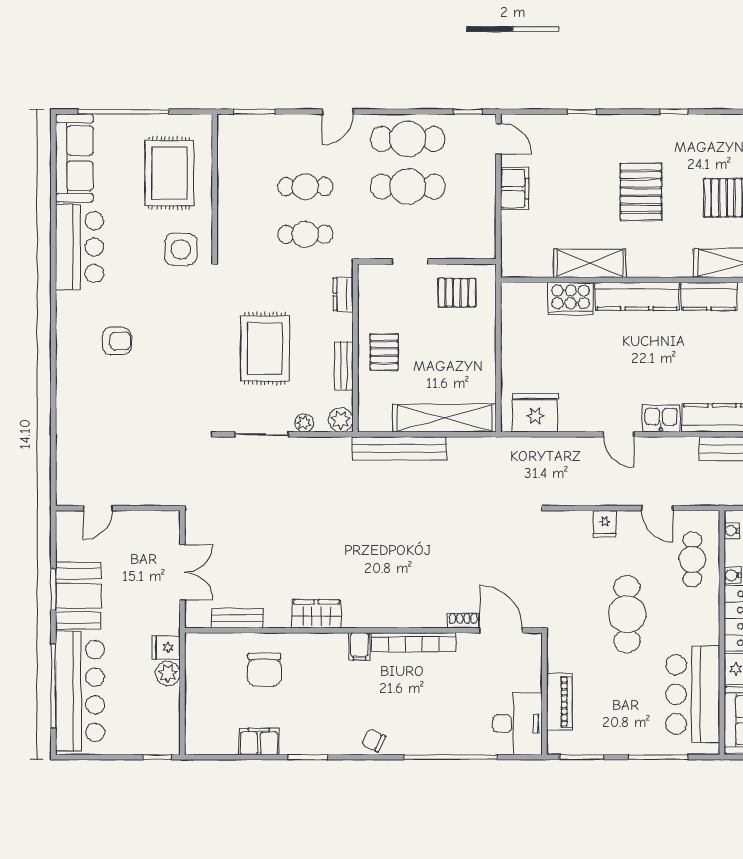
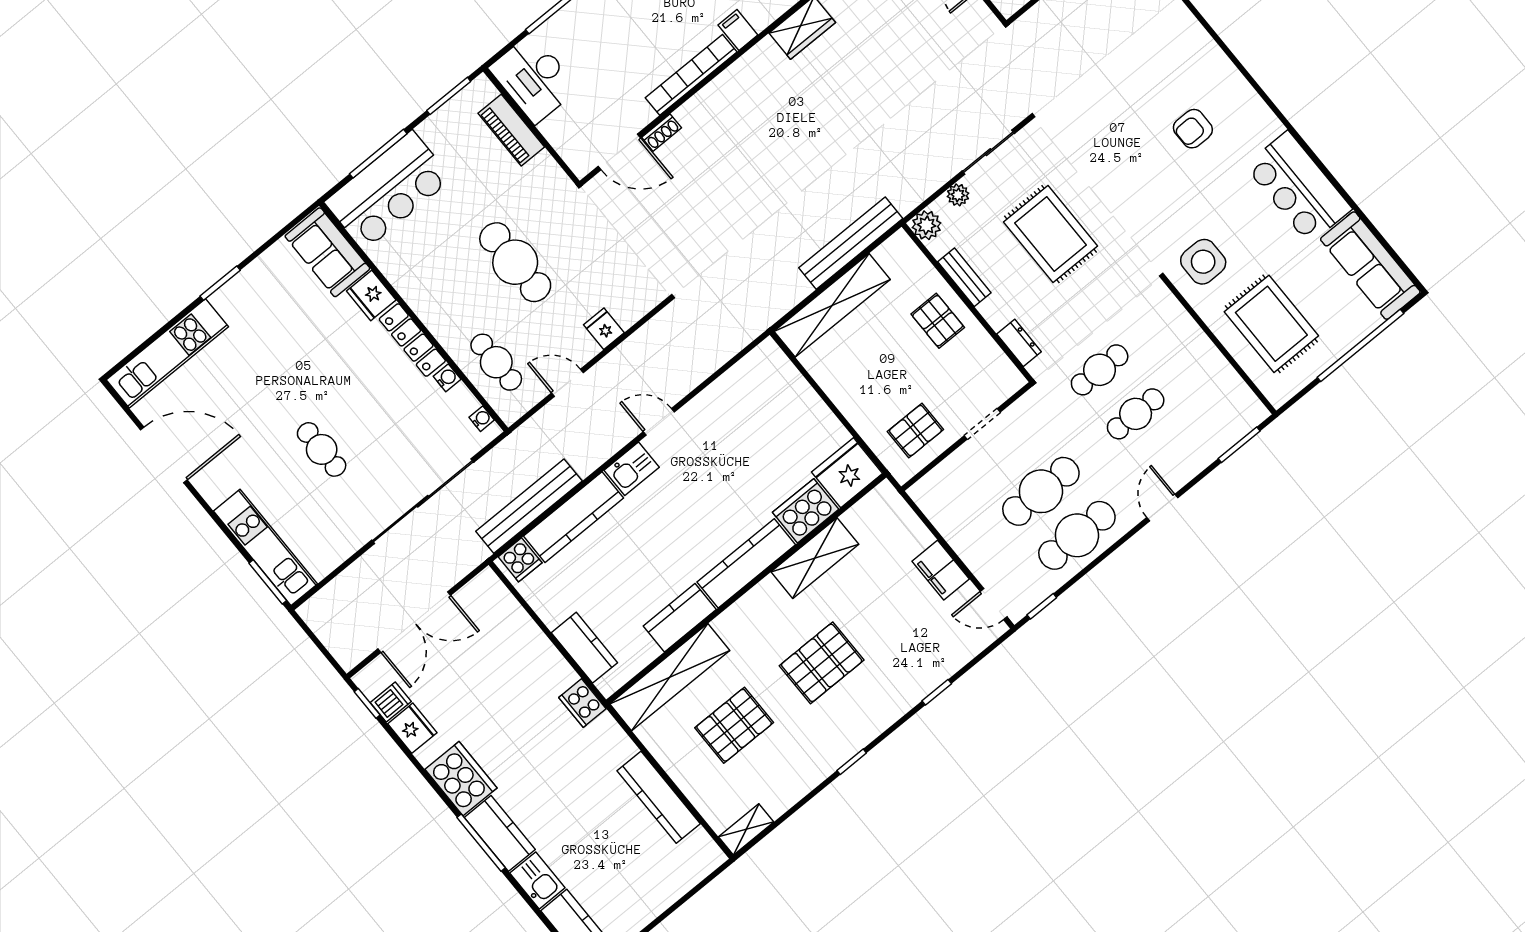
pallet: (641, 192) -> (822, 663), turned 90
fridge: (535, 413) -> (847, 473), moved, turned 180
bar counter: (693, 694) -> (388, 190), moved, turned 90

